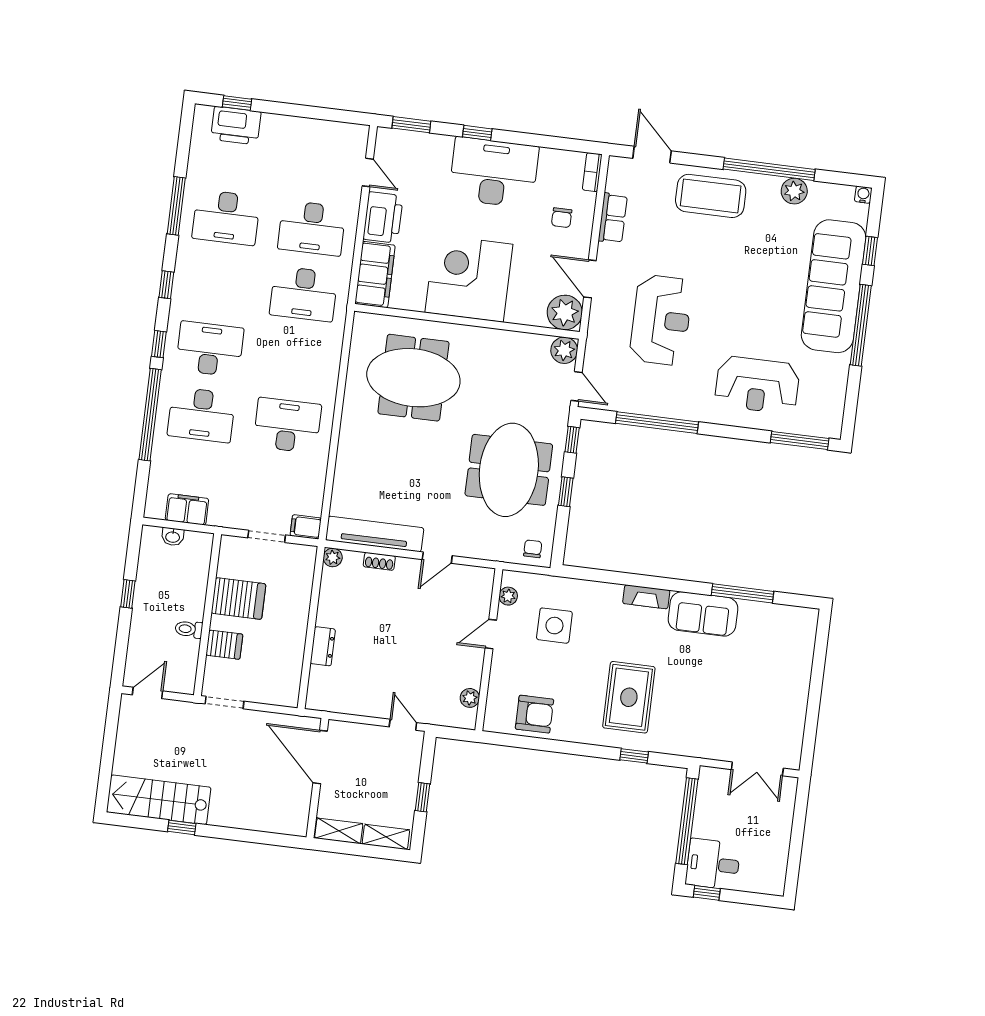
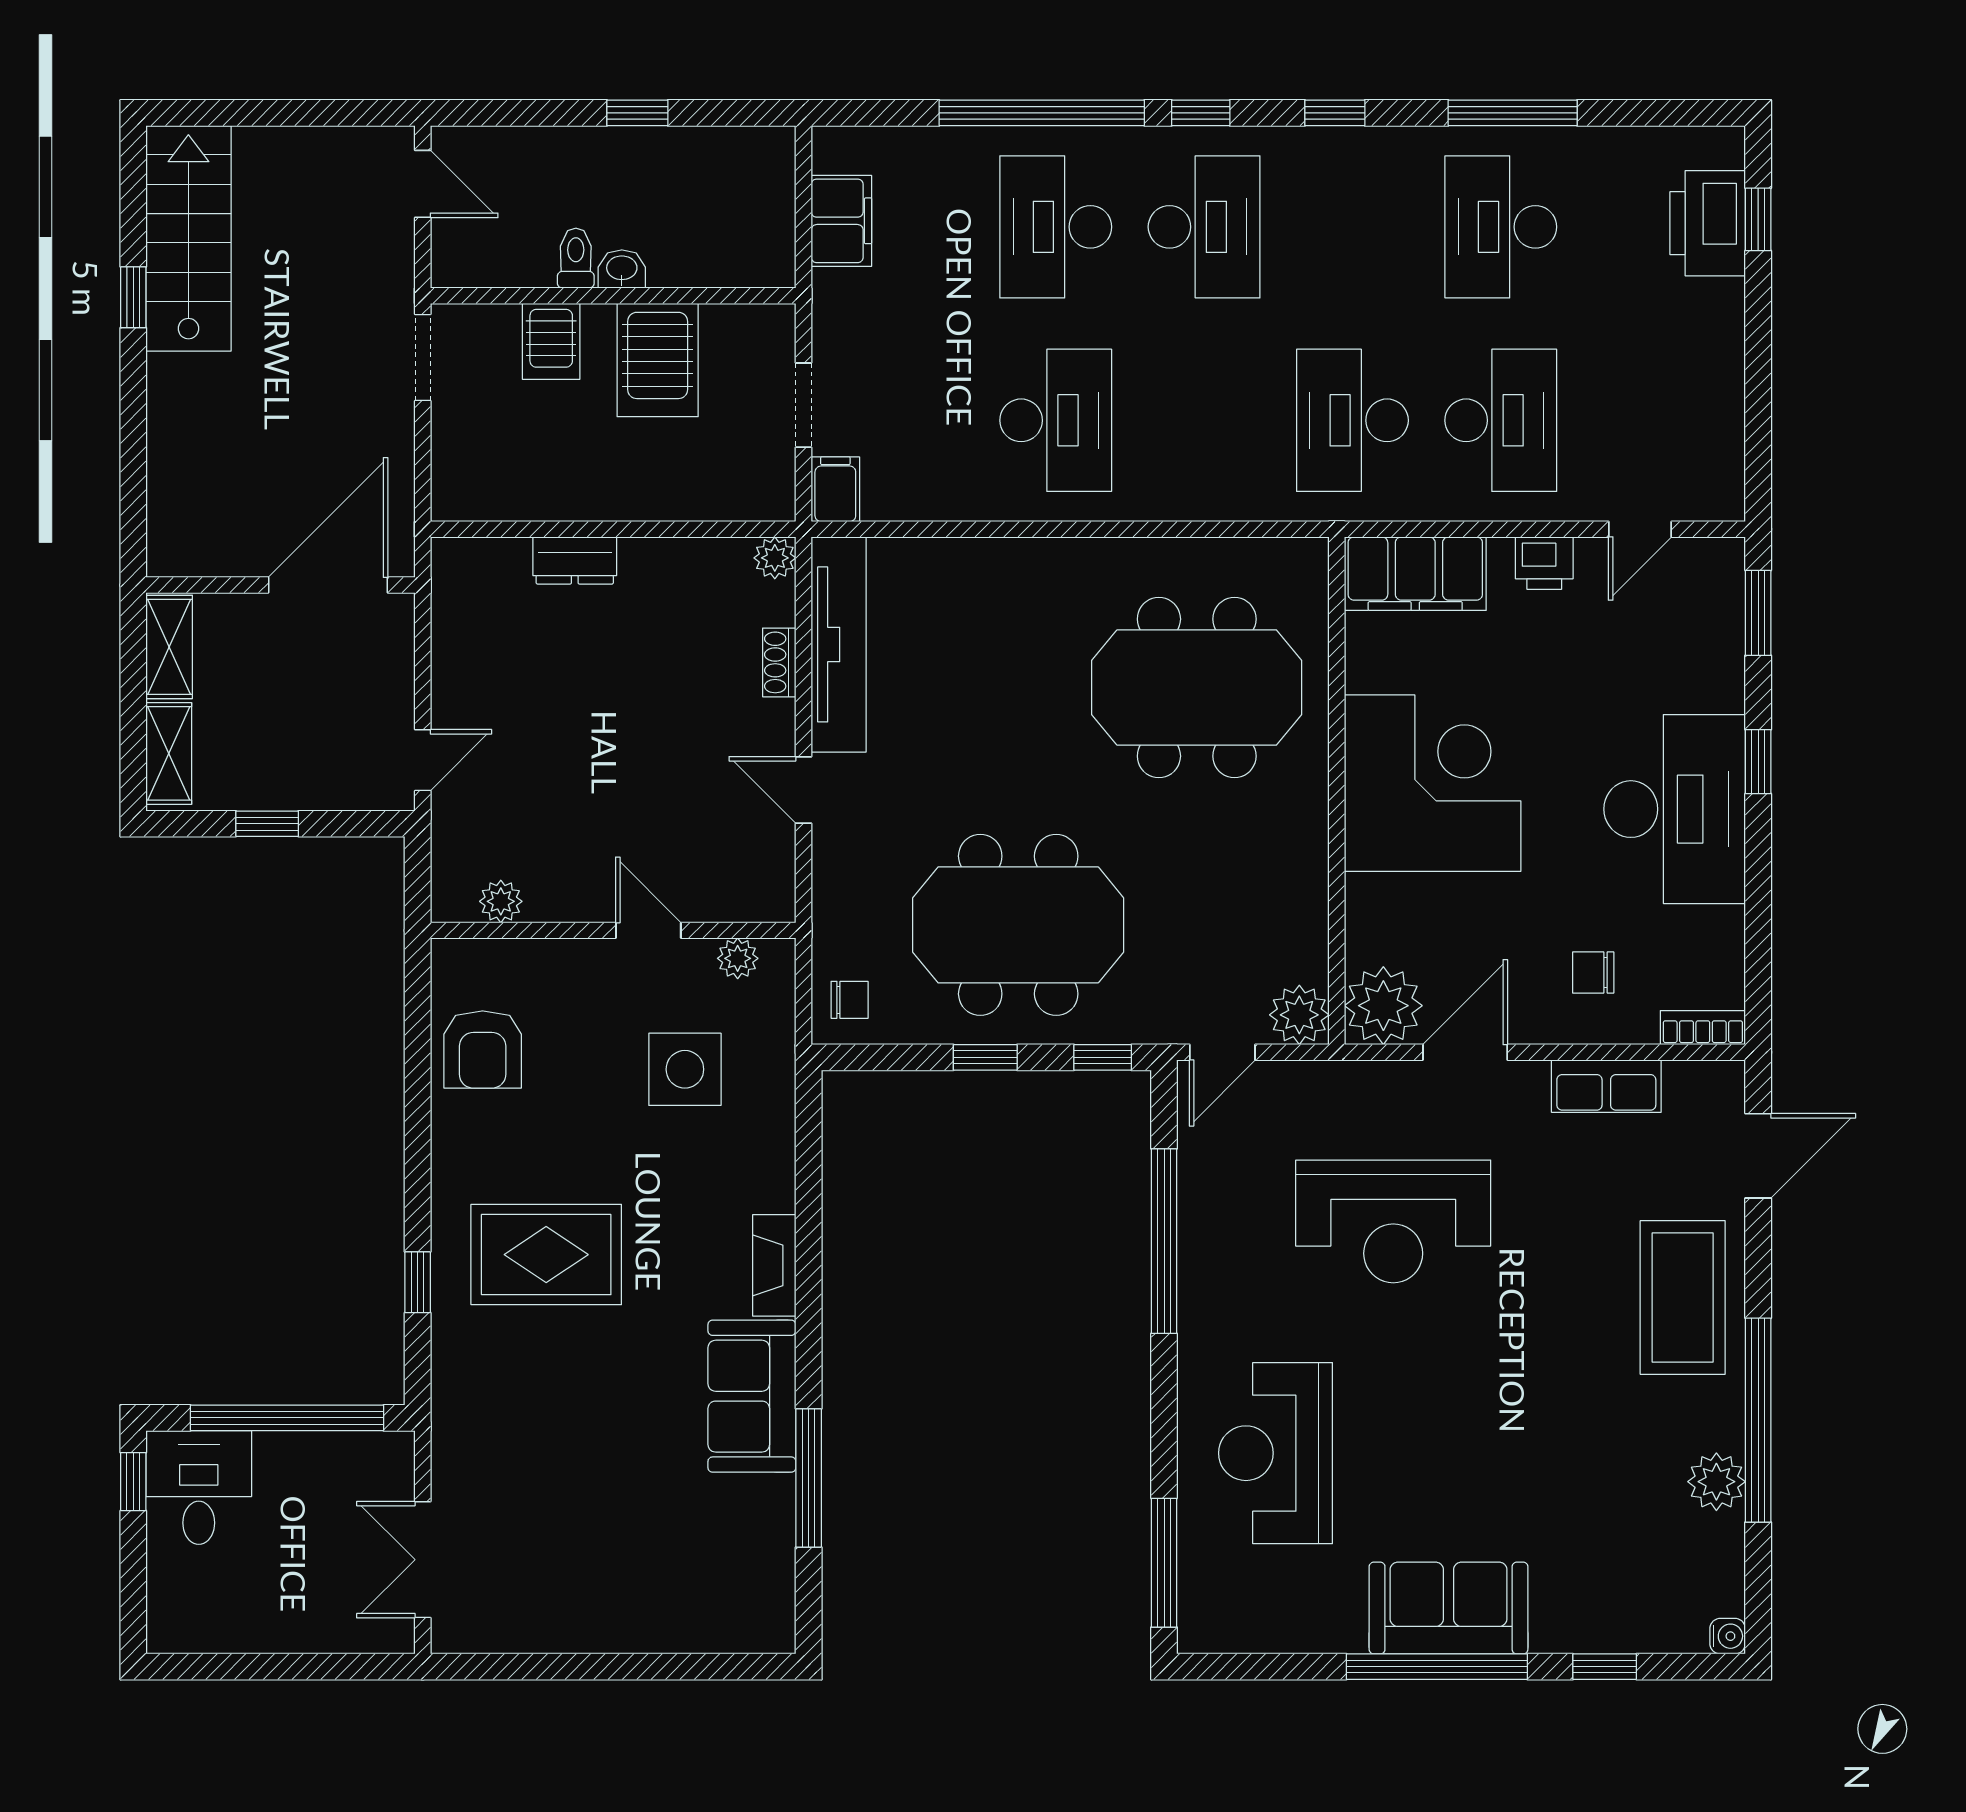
printer: (383, 217) -> (1544, 563), width x0.53, depth x0.68
desk: (312, 228) -> (1501, 420), turned 180
sofa: (834, 286) -> (1449, 1608), width x0.54, depth x0.79
meeting table: (413, 378) -> (1197, 688), turned 90
washbasin: (173, 537) -> (622, 269), moved, turned 90

